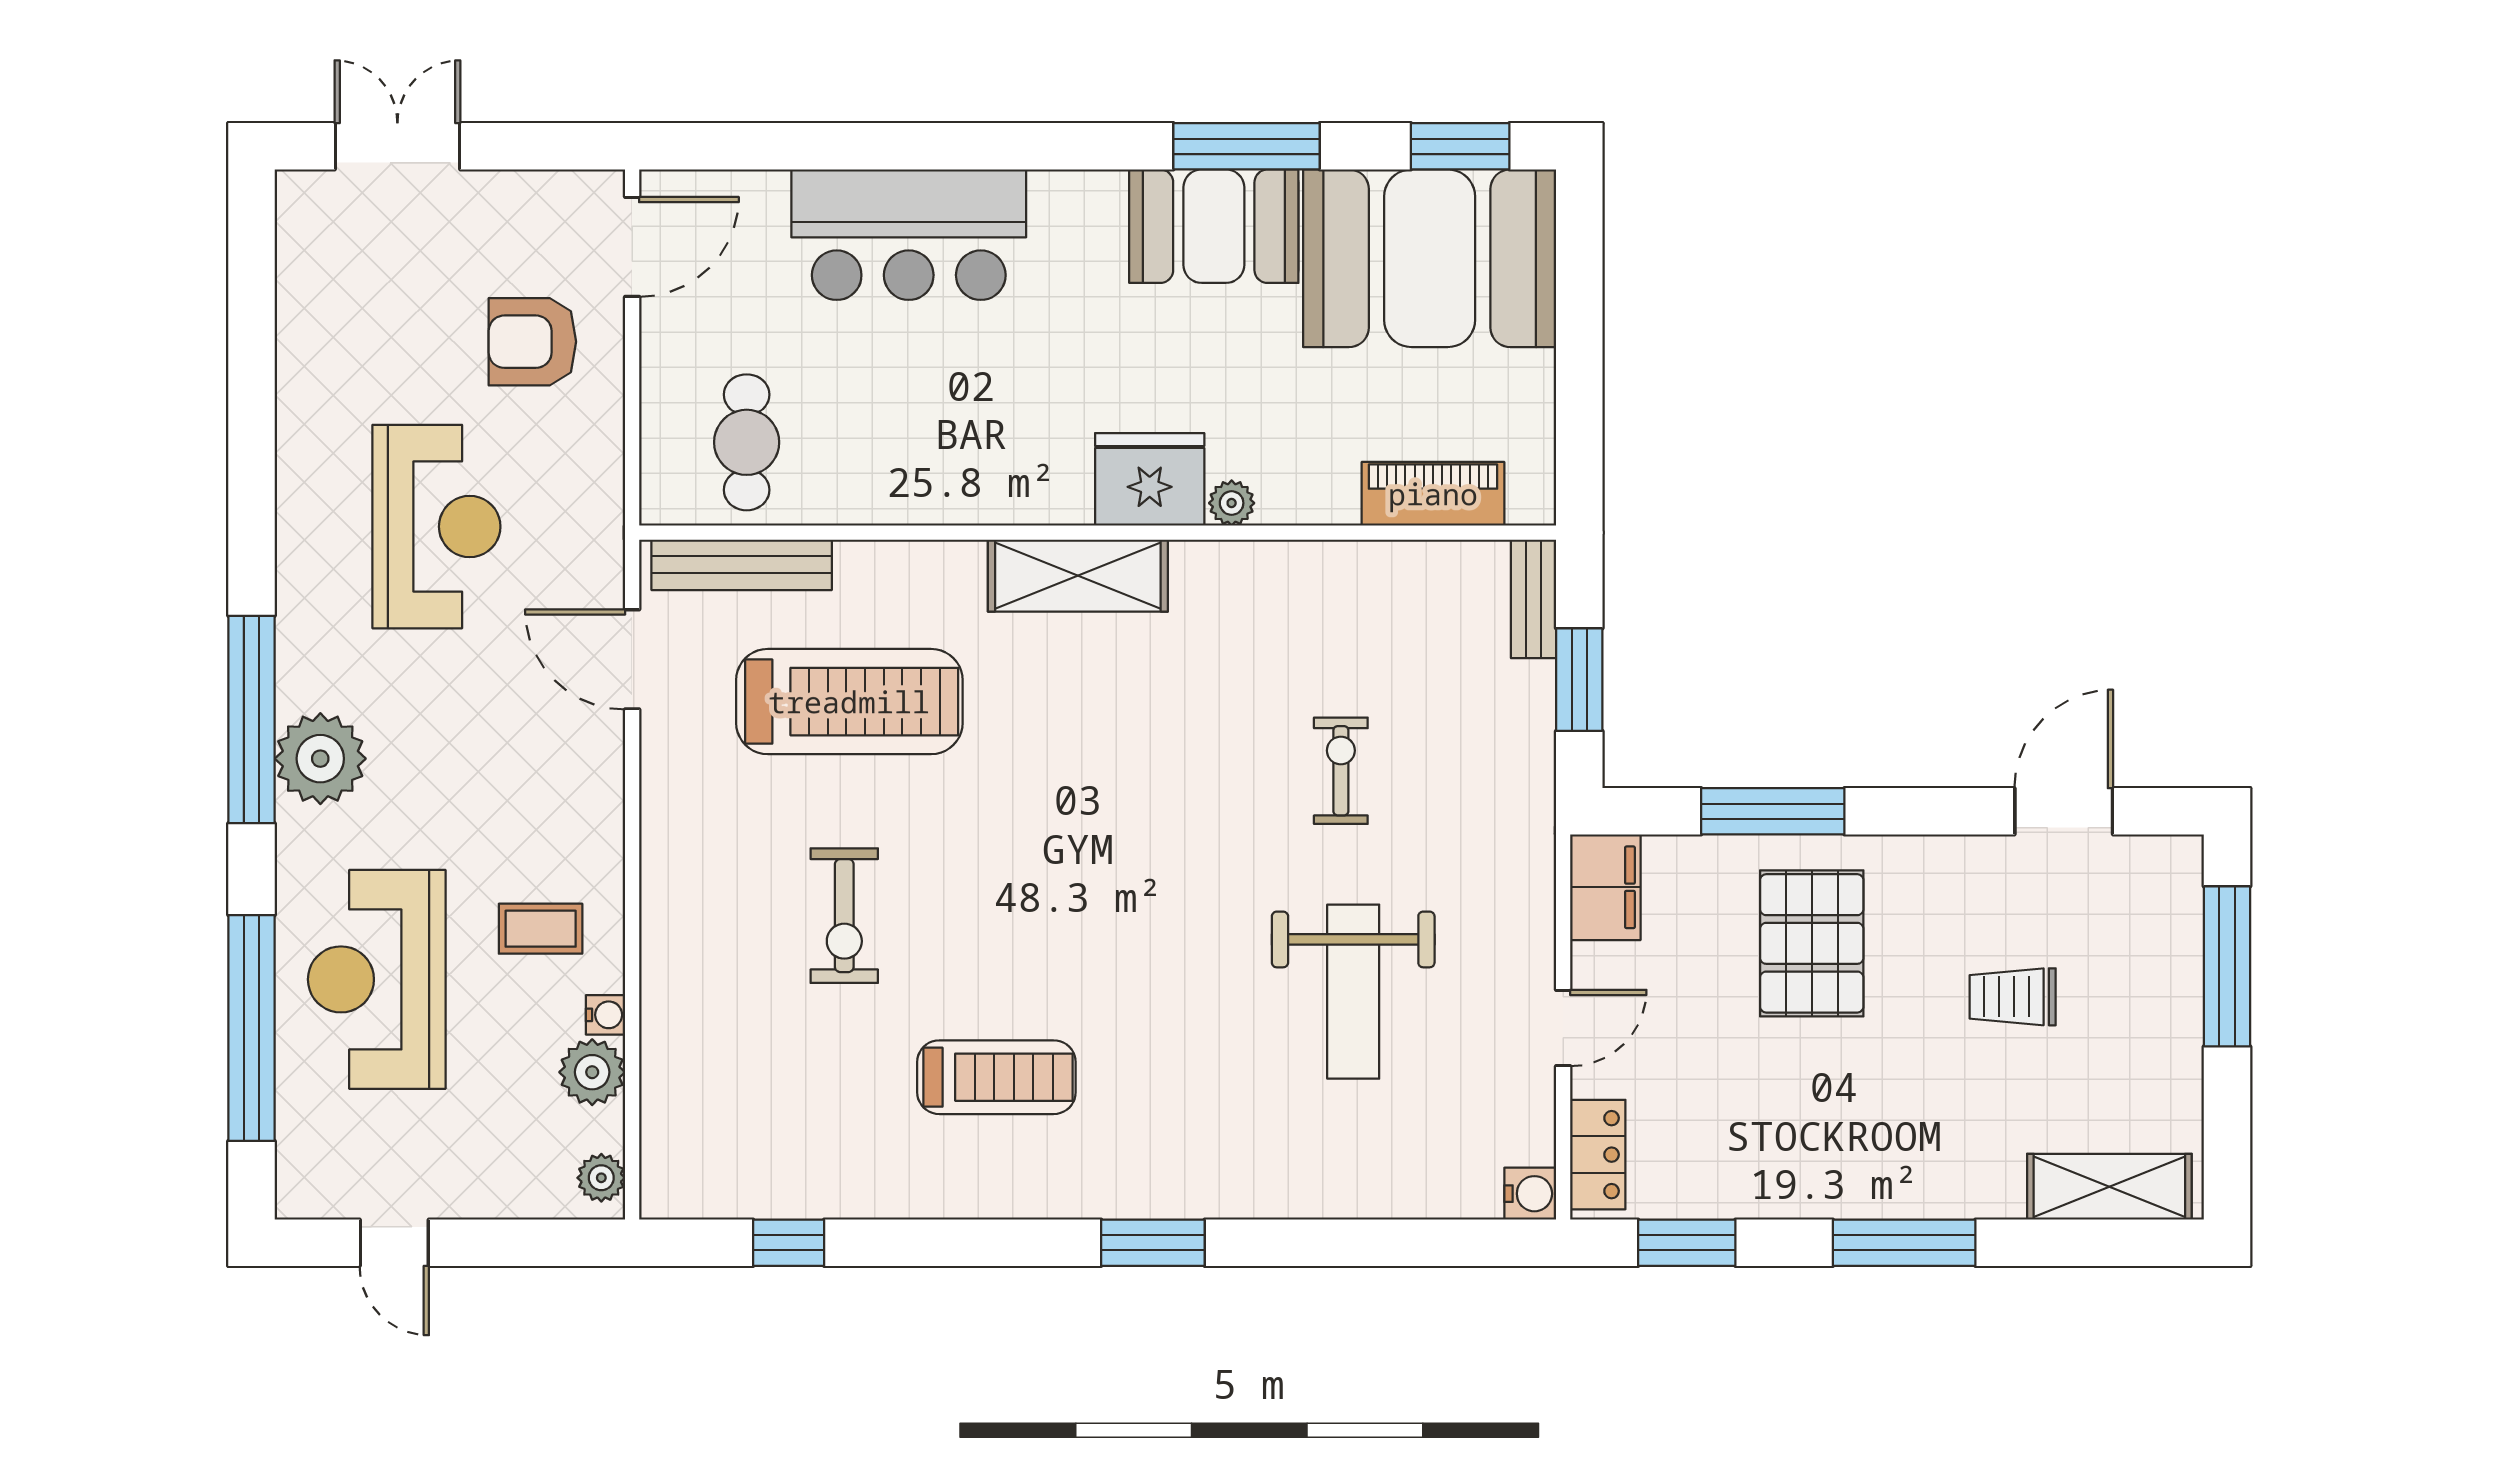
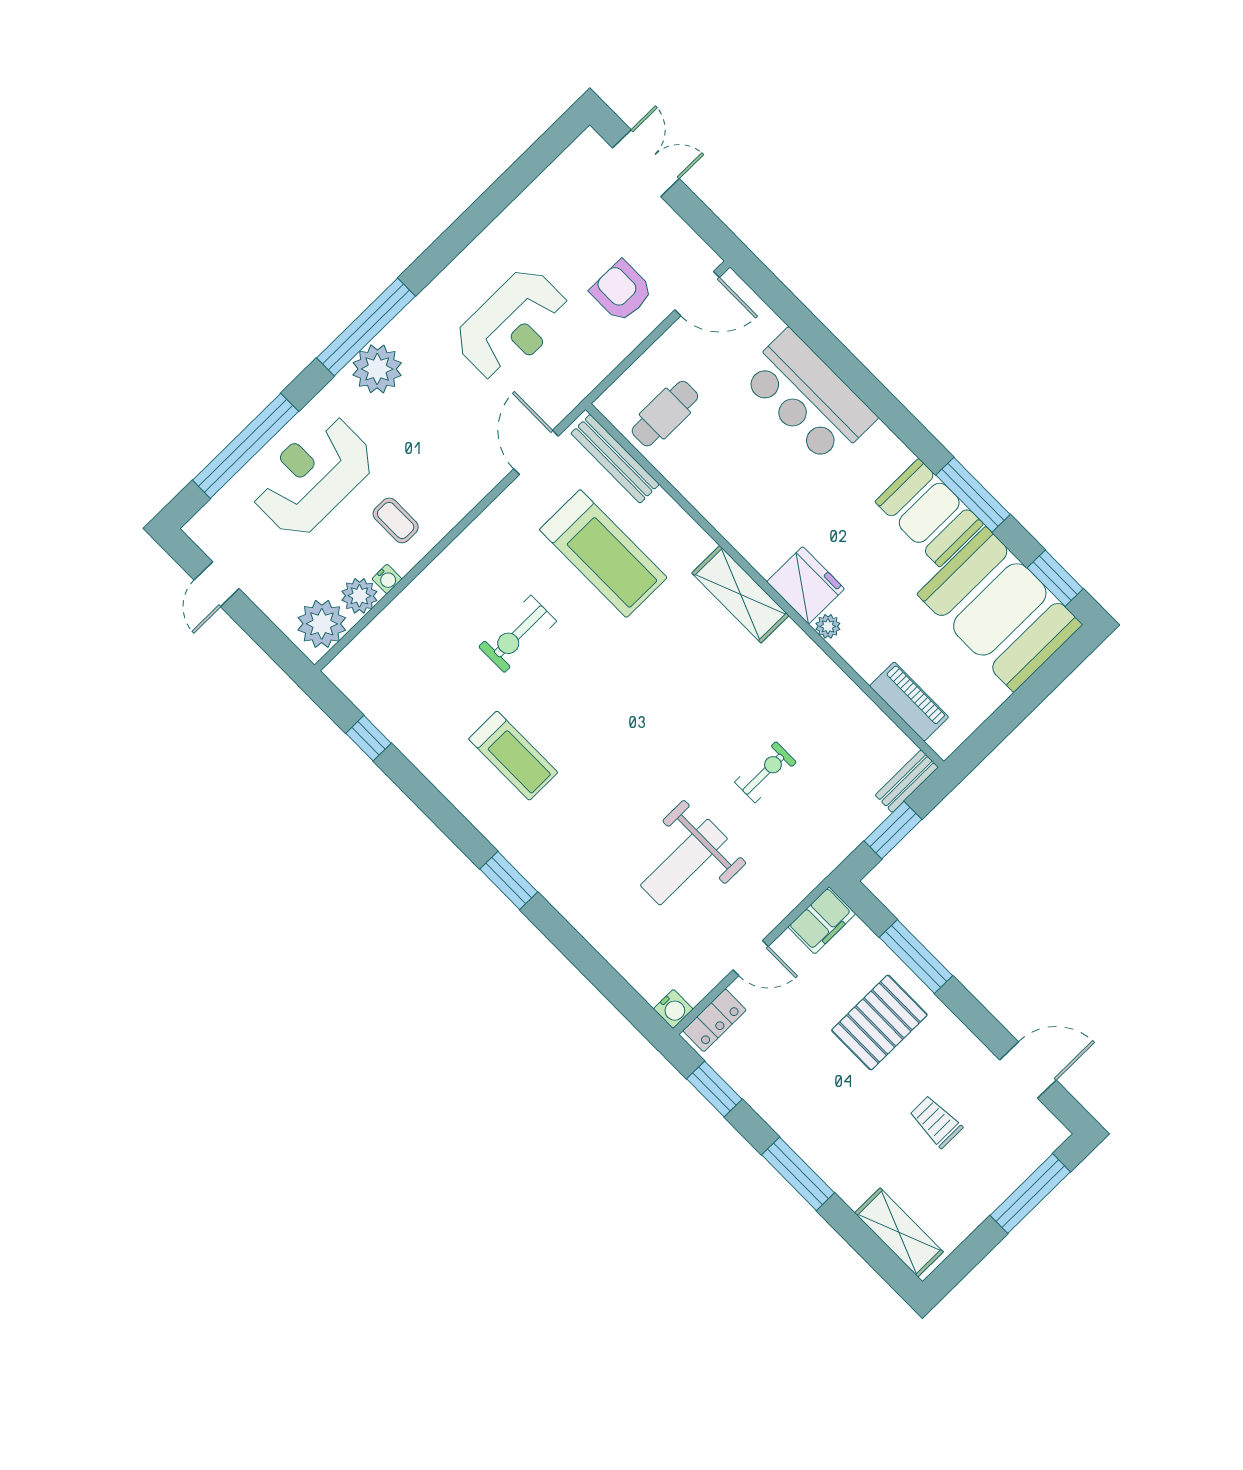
plant: (601, 1178) -> (322, 624), width x1.87, depth x1.87

